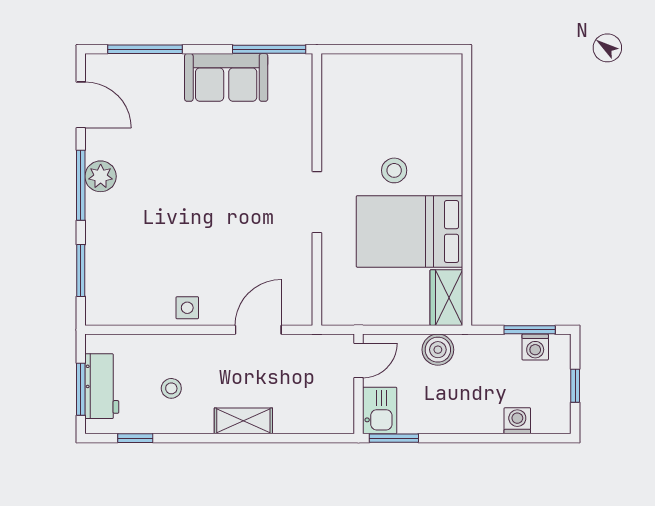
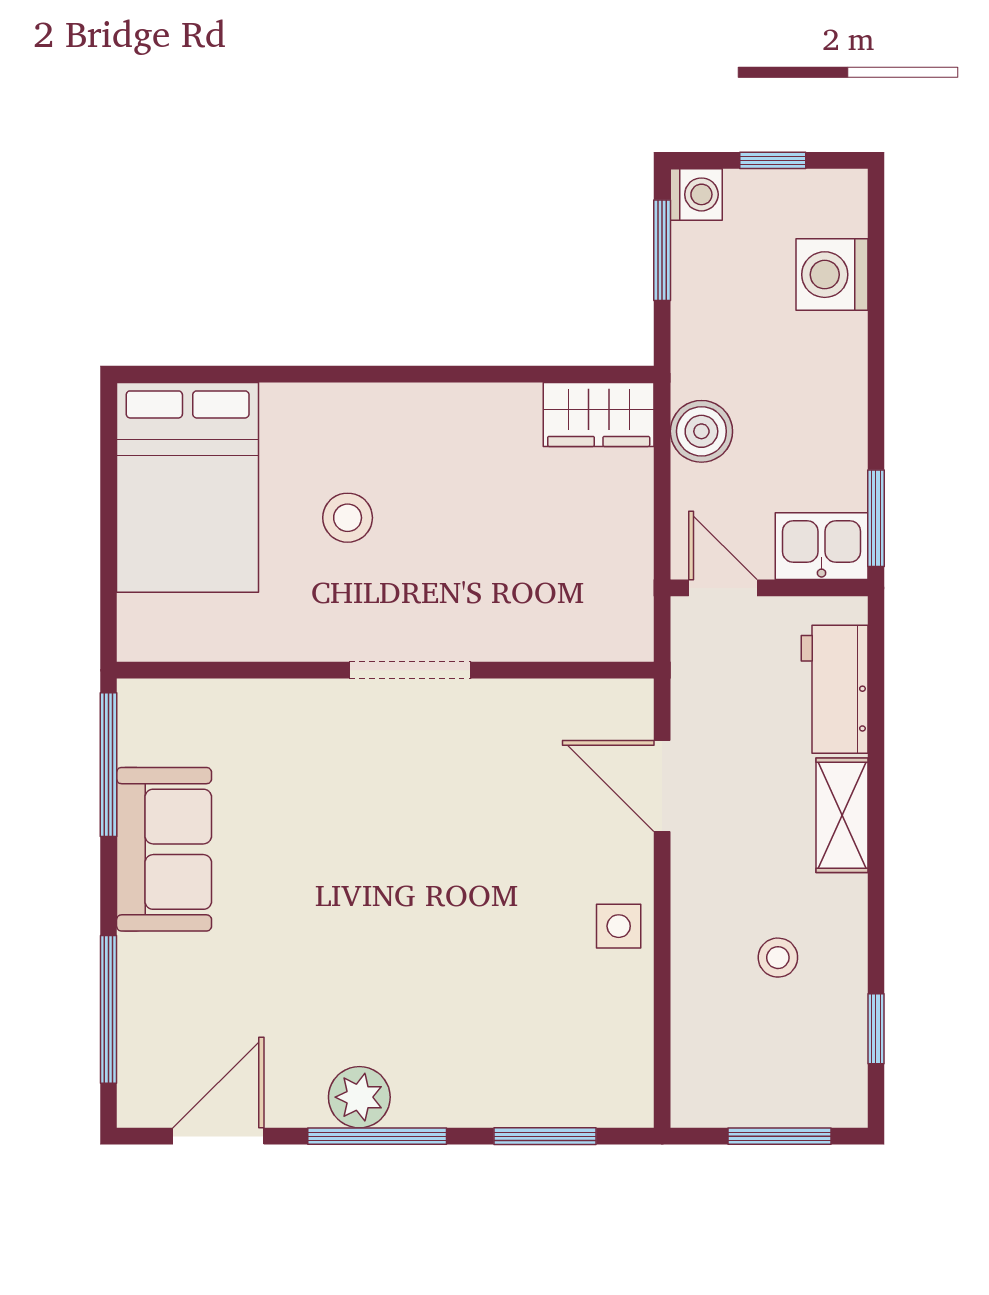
bed: (410, 231) -> (188, 487), moved
washing machine: (535, 347) -> (696, 194), moved
workbench: (102, 386) -> (835, 689), moved, turned -90
washing machine: (517, 421) -> (832, 275), width x1.38, depth x1.38

